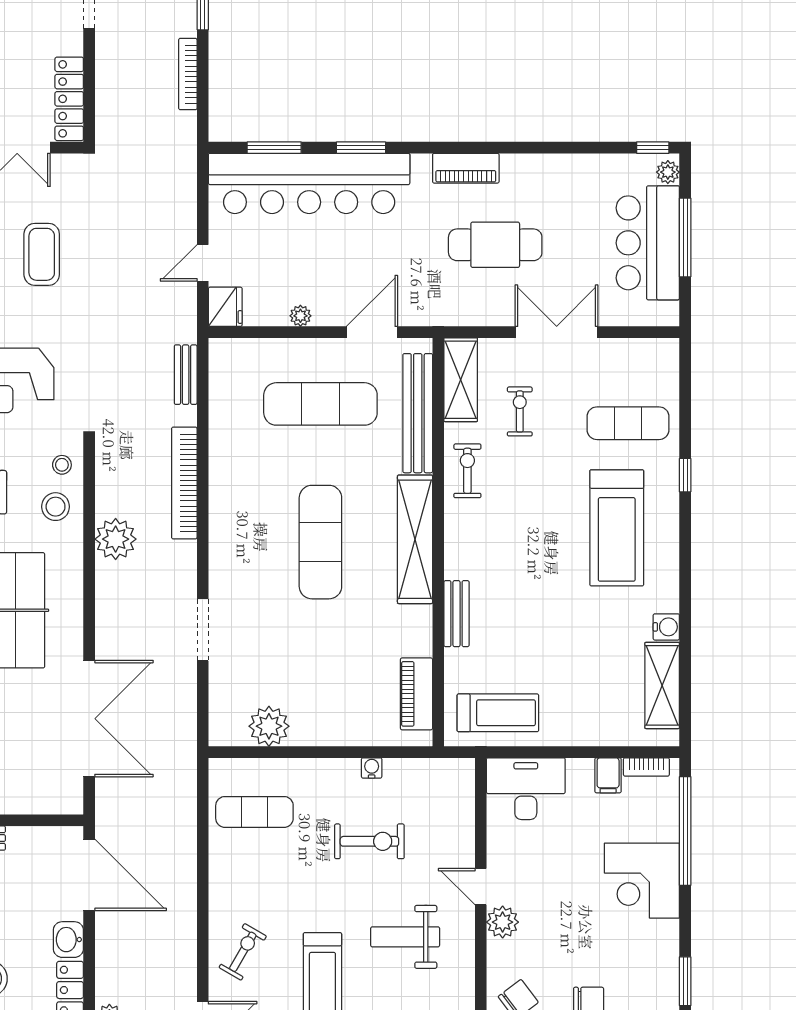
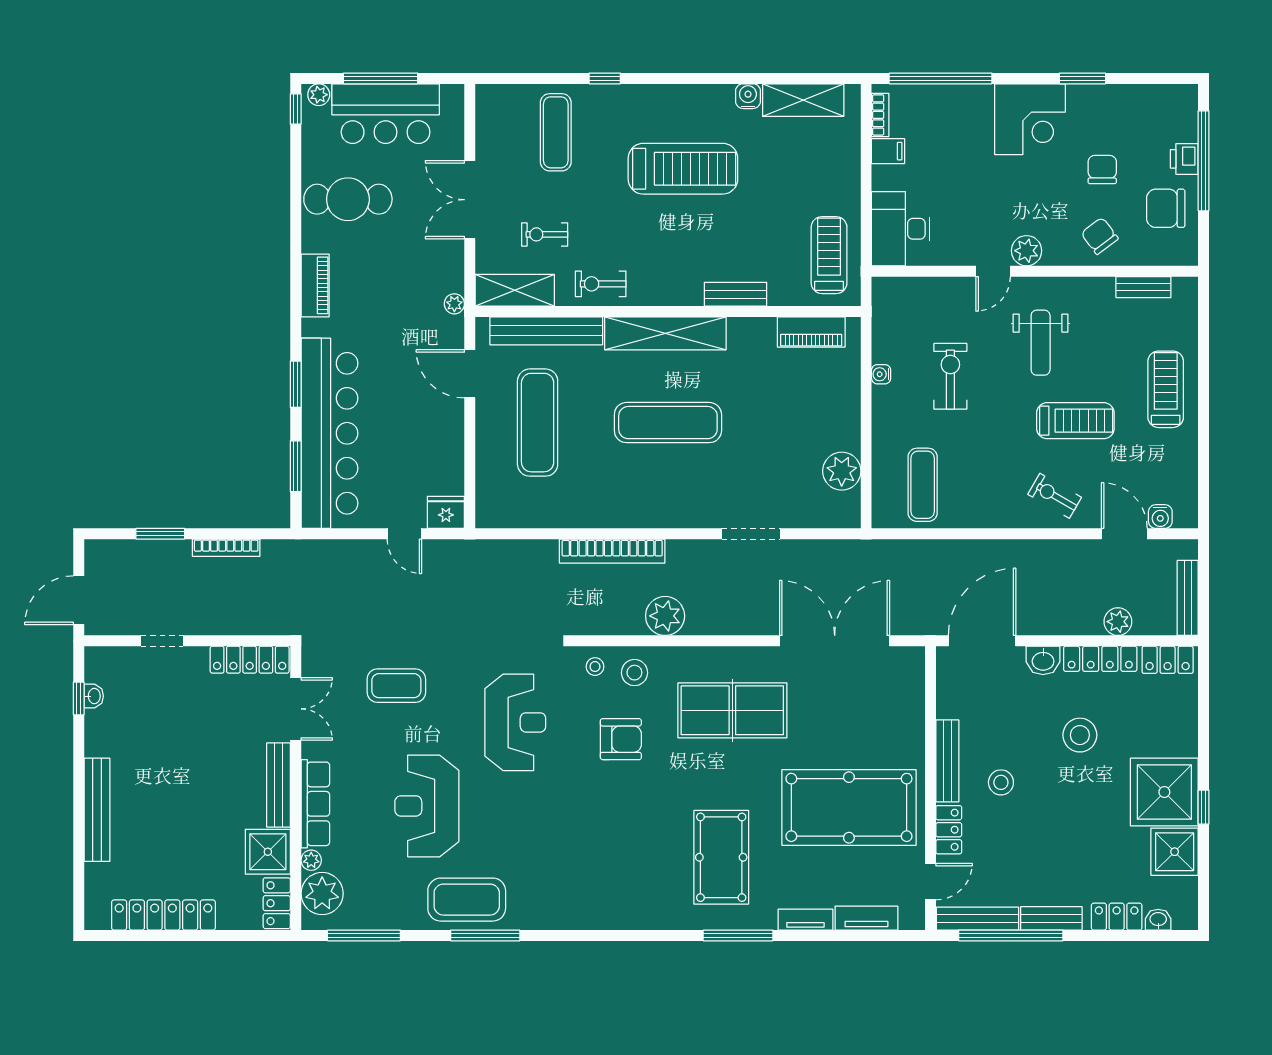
cafe table: (495, 245) -> (348, 199), moved, turned 90
plant: (300, 316) -> (454, 304), moved
bench: (186, 375) -> (510, 550), removed
treadmill: (617, 528) -> (683, 169), moved
corner desk: (642, 881) -> (1030, 119), moved

